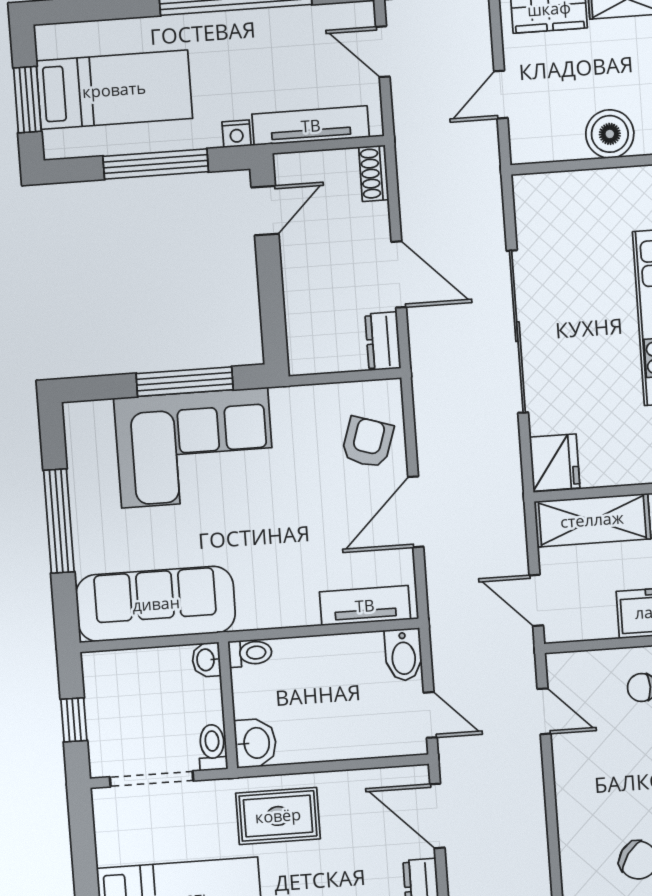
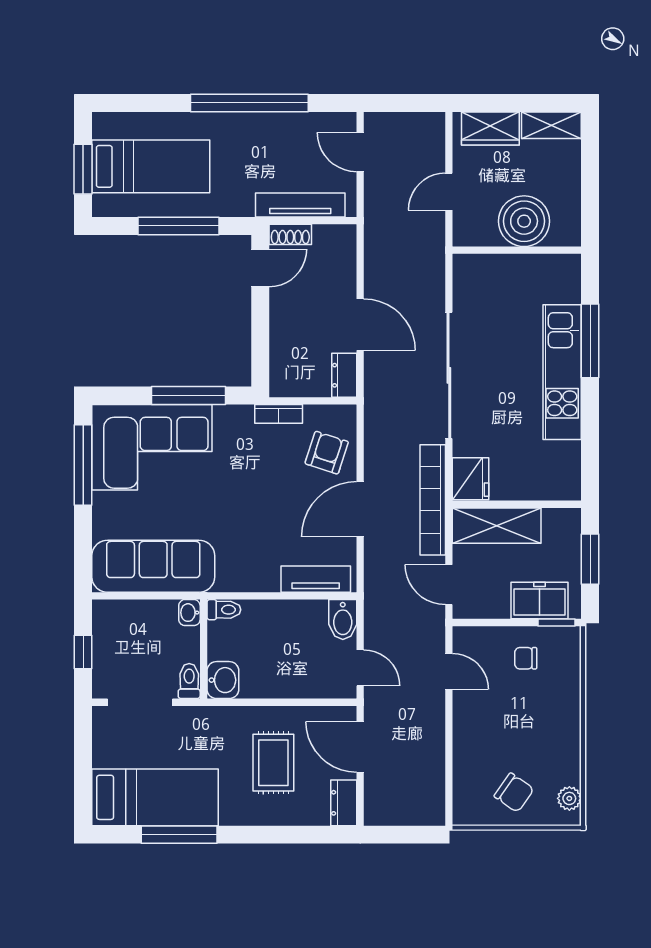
nightstand: (236, 134) -> (243, 207), removed
boiler: (610, 134) -> (524, 221), width x1.37, depth x1.37
shoe rack: (374, 173) -> (290, 234), moved, turned -90
bookcase: (302, 397) -> (279, 414), added
corner sofa: (195, 448) -> (152, 447), moved
bookcase: (508, 493) -> (433, 500), added
window: (59, 521) -> (83, 465), moved
rug: (278, 816) -> (273, 763), moved, turned 90

